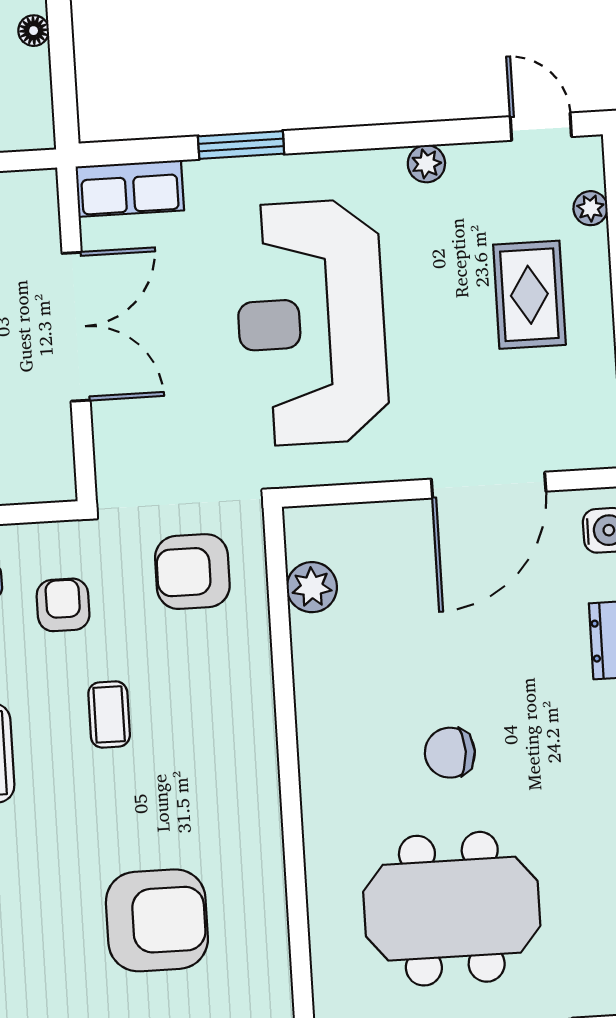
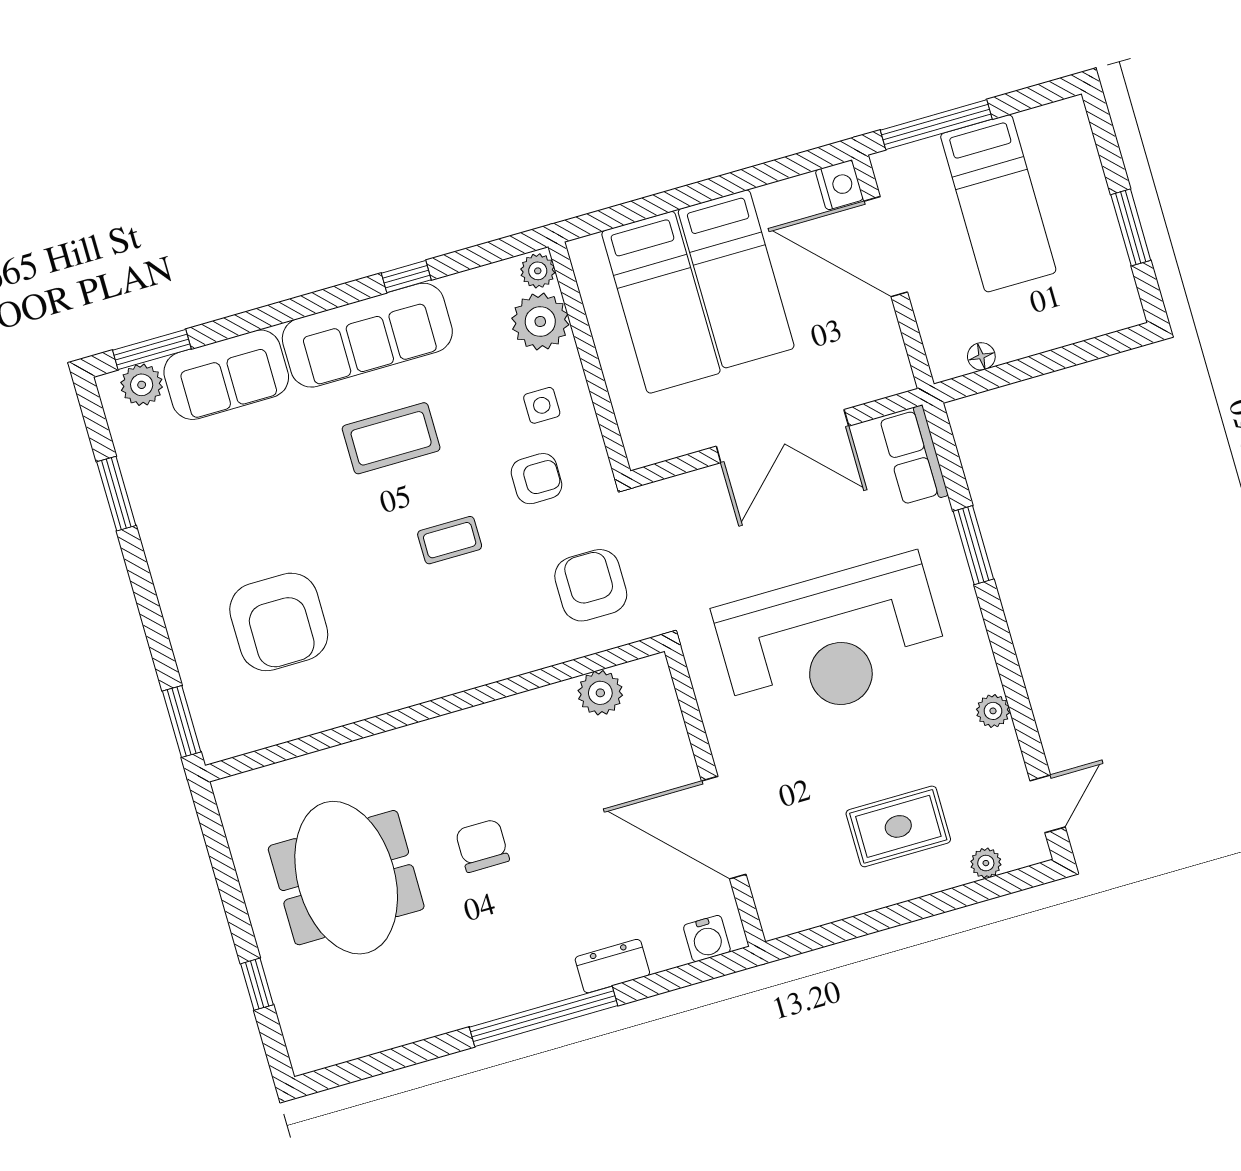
floor lamp: (34, 31) -> (981, 356), moved
reception desk: (311, 323) -> (832, 641), turned 180

